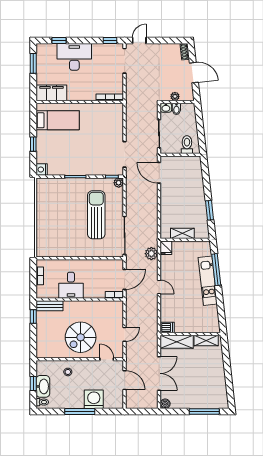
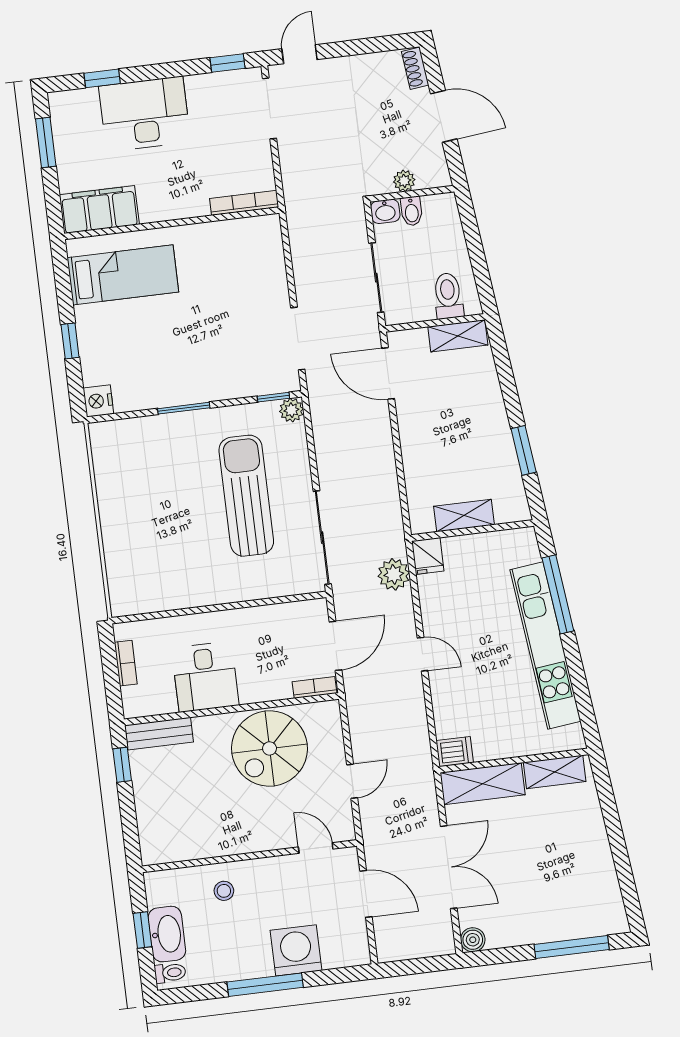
shelving: (189, 161) -> (458, 336), added
kitchen unit: (208, 281) -> (545, 646), width x1.36
spiral stairs: (81, 337) -> (270, 748), moved

